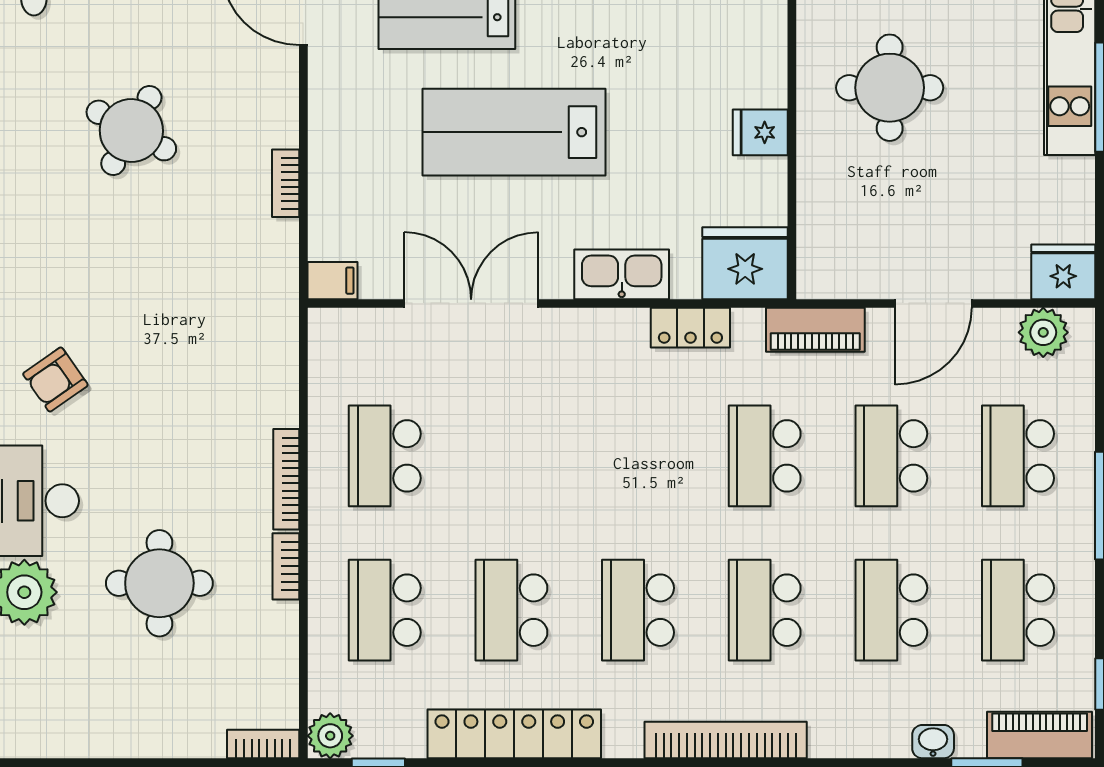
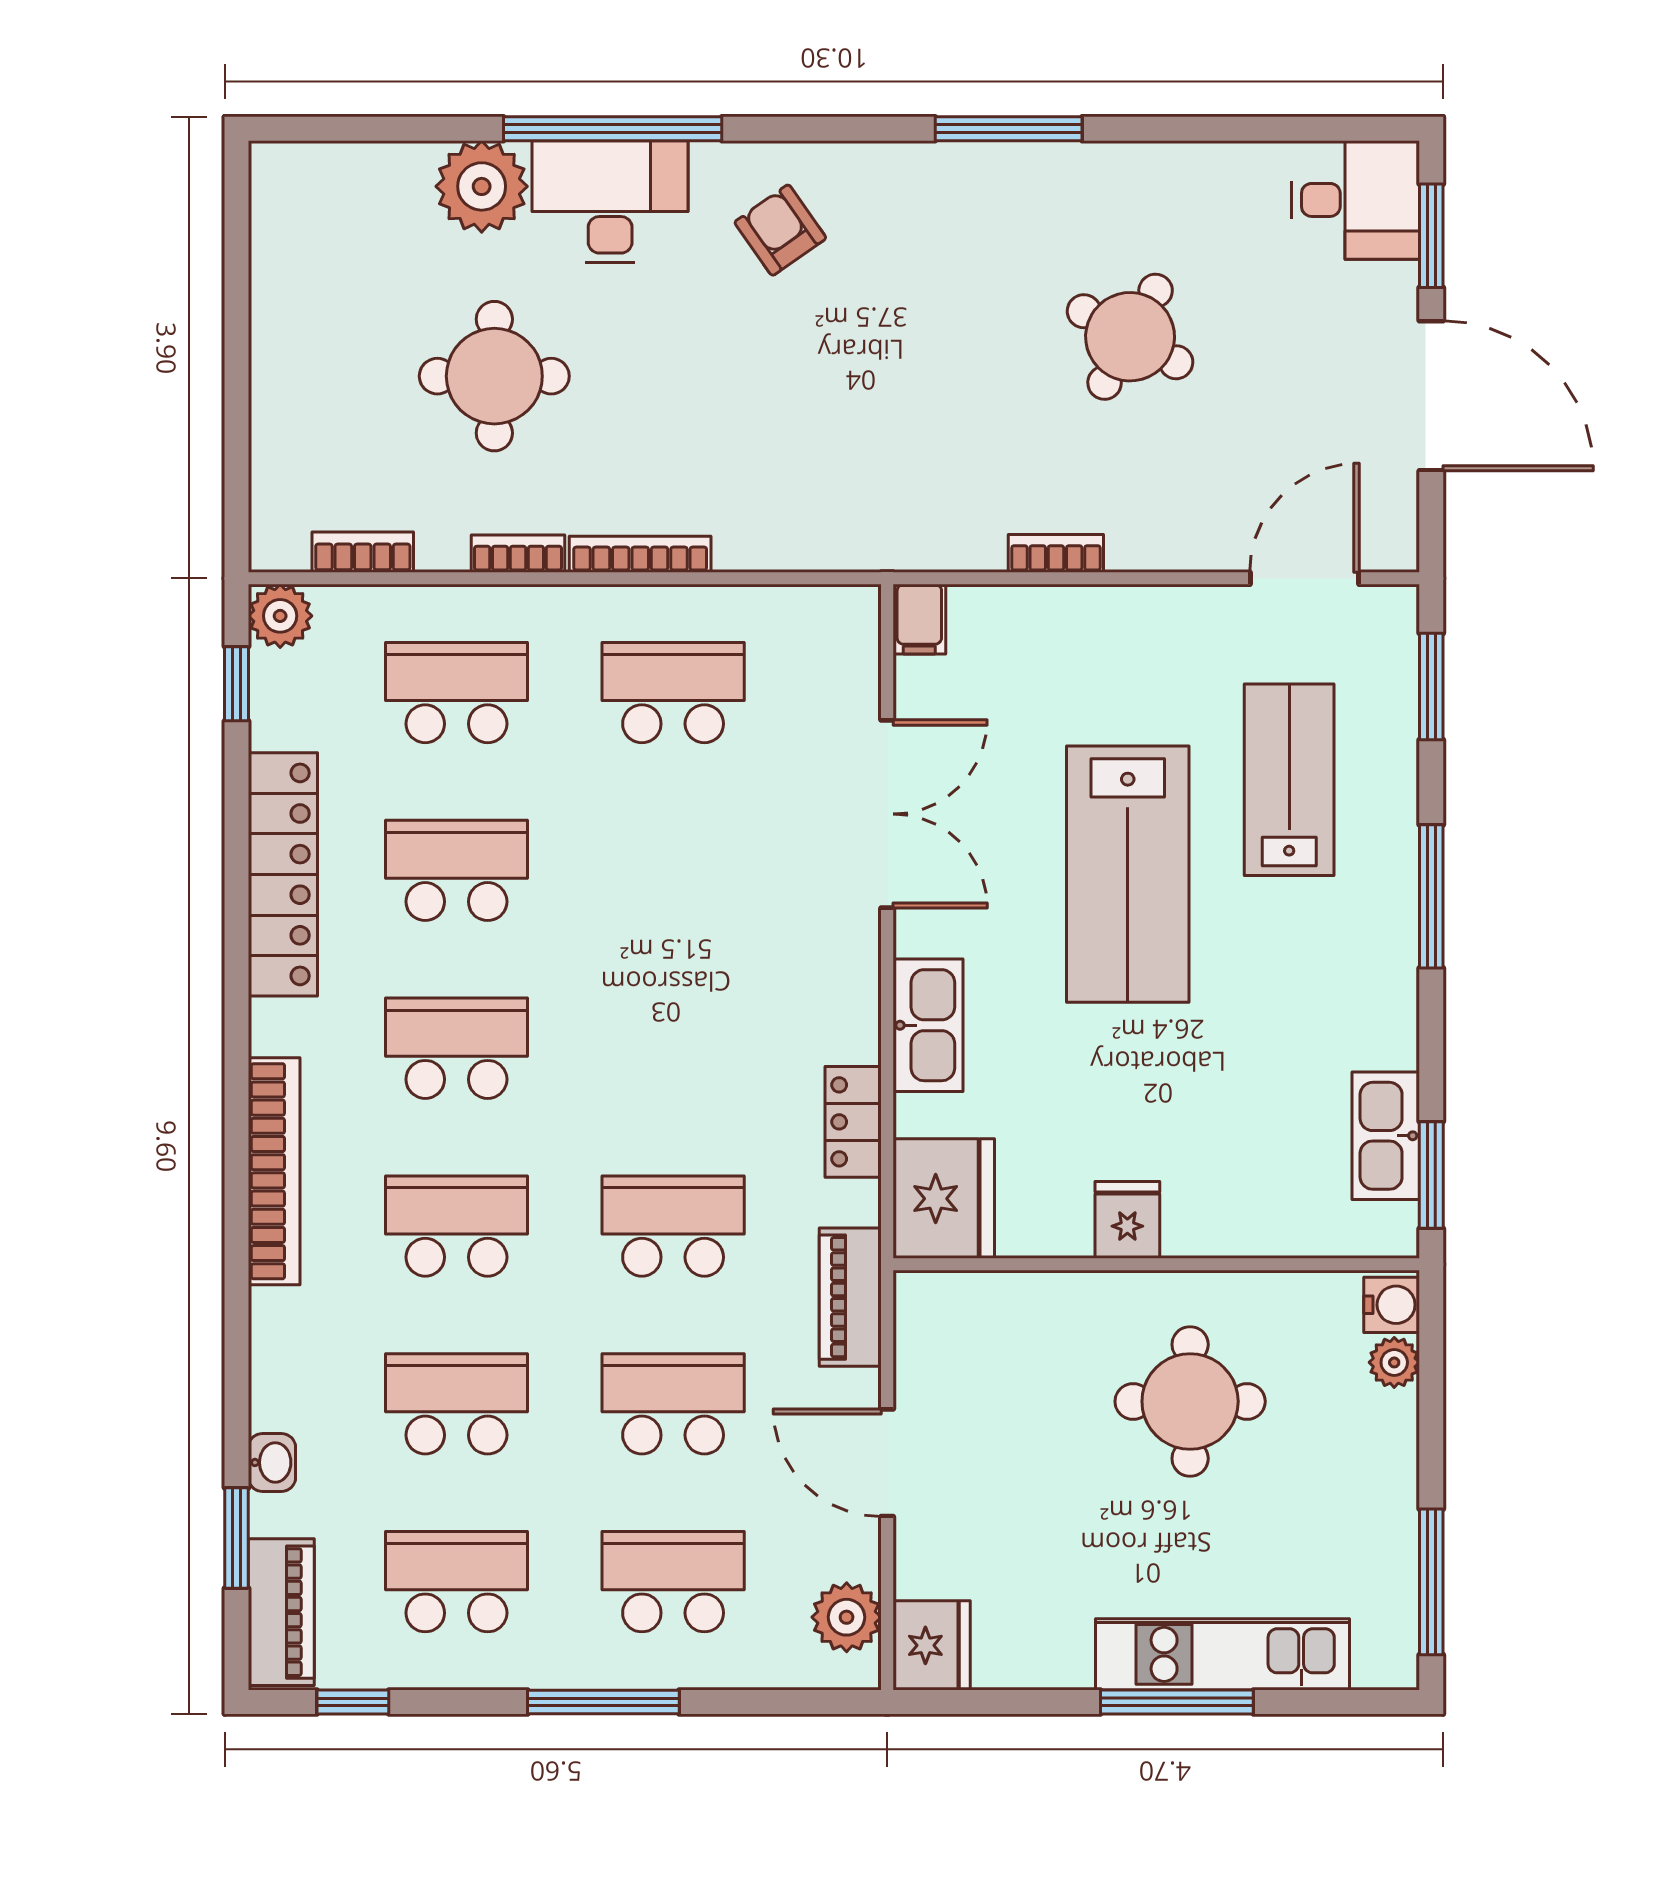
lab bench: (514, 132) -> (1128, 874), turned 180
bookcase: (263, 744) -> (363, 552), moved, turned -90

